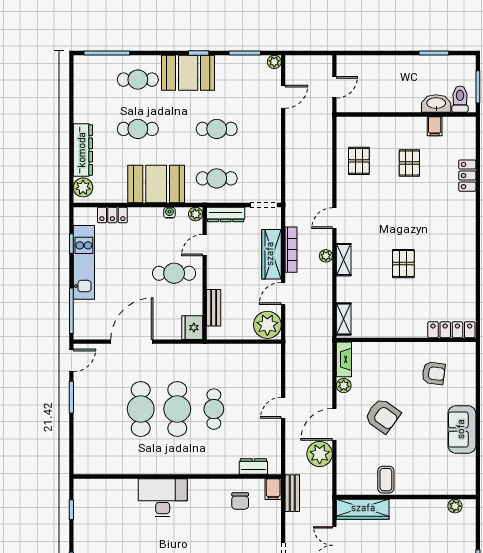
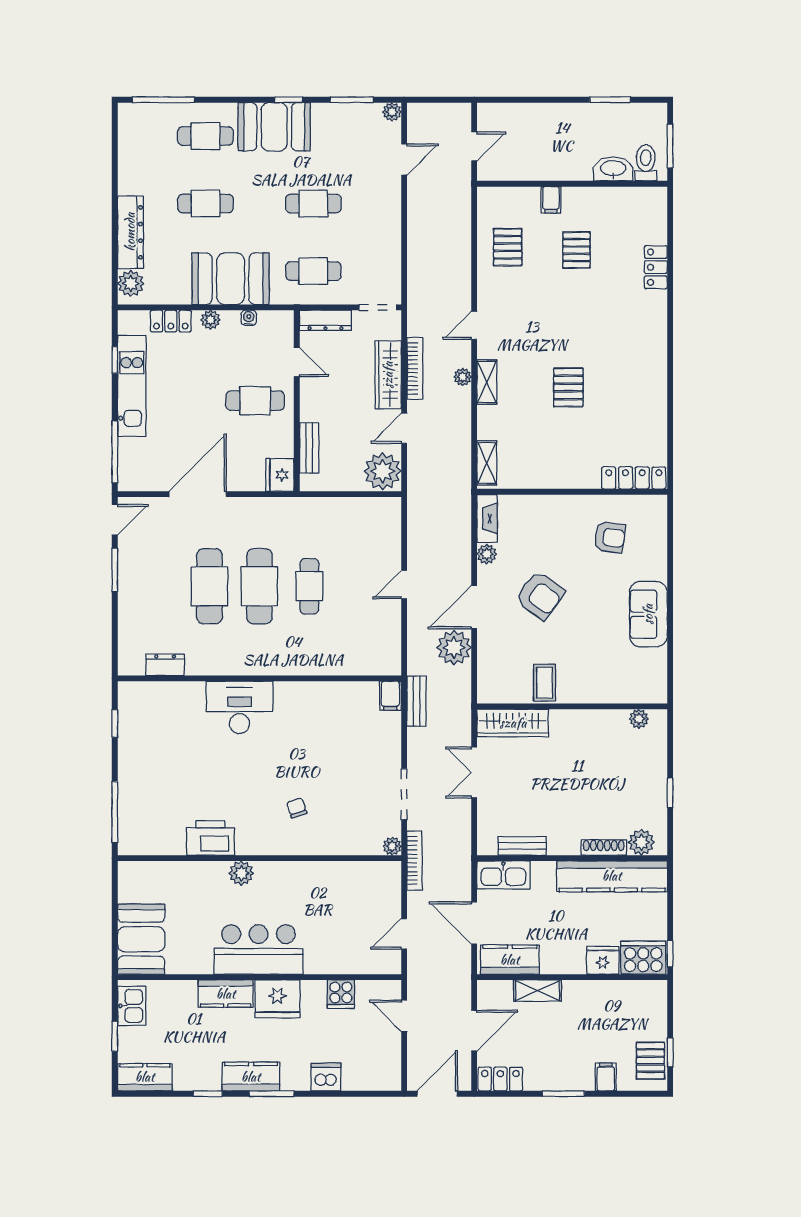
filing cabinet: (435, 126) -> (551, 200), moved
plant: (196, 214) -> (211, 320), moved
door: (205, 245) -> (297, 362), swing flipped
dresser: (253, 467) -> (165, 665), moved
chair: (240, 501) -> (345, 712), removed

